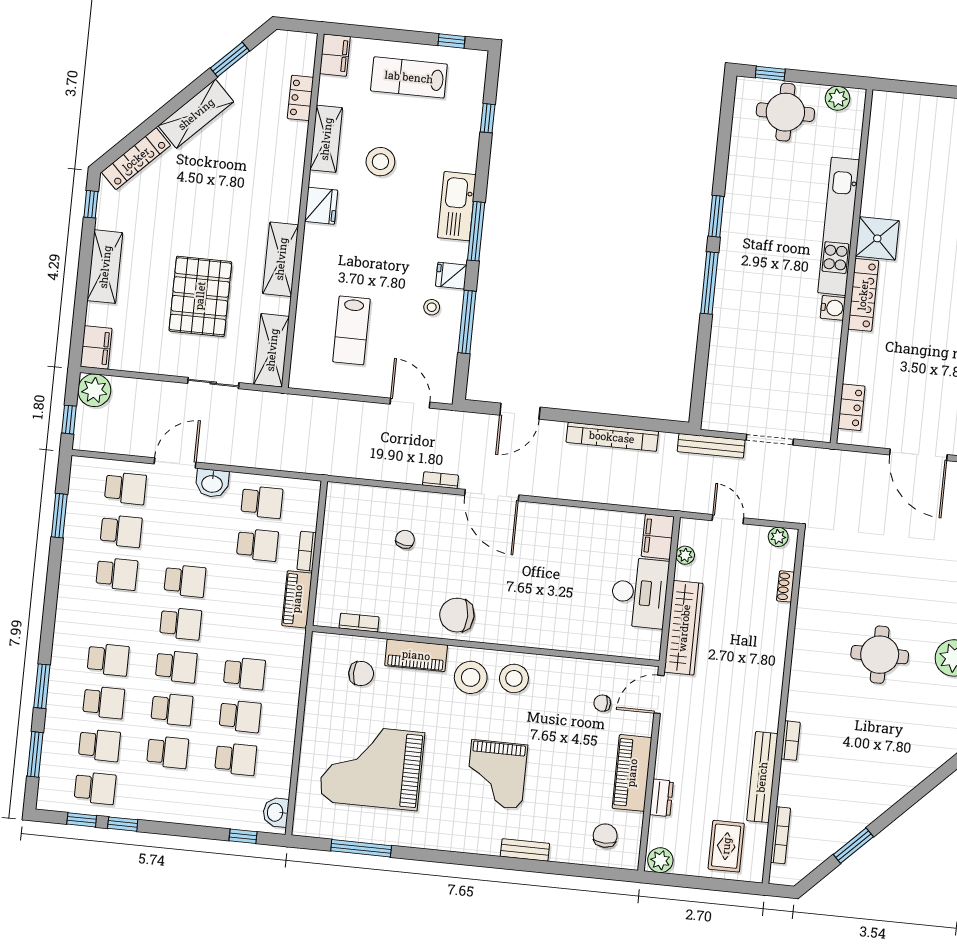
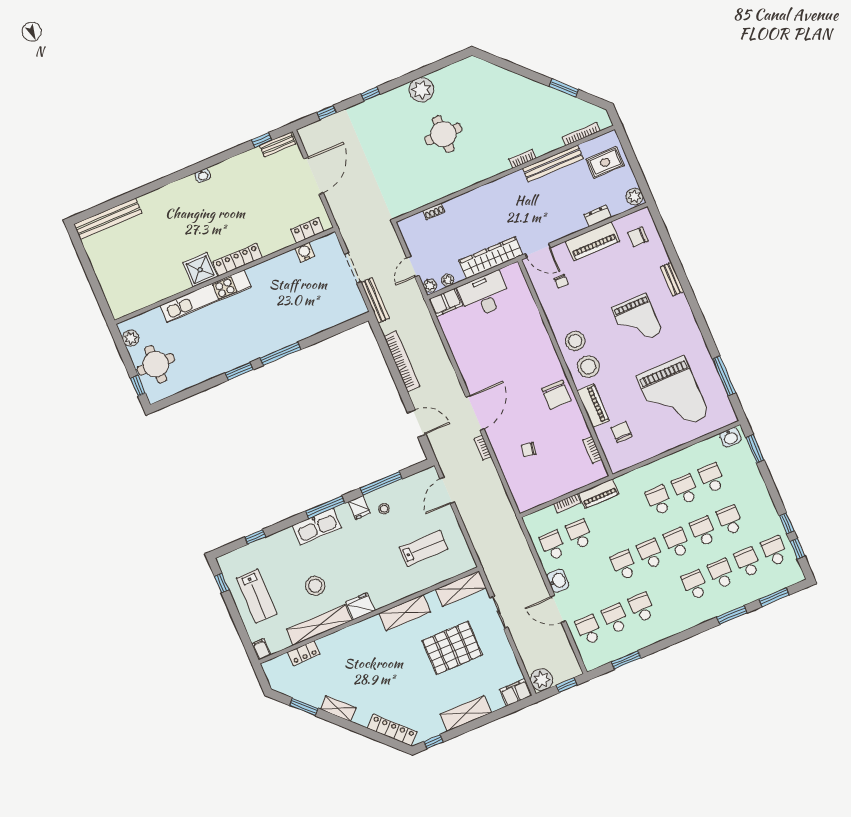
filing cabinet: (335, 55) -> (261, 649), width x0.50
shelving: (196, 114) -> (338, 708), width x0.67, depth x0.75
shelving: (326, 139) -> (319, 625), width x1.47
water cooler: (833, 308) -> (305, 252), moved
plant: (778, 537) -> (430, 286), moved
grand piano: (497, 774) -> (637, 320), turned 90
window: (243, 836) -> (755, 449), width x1.50

